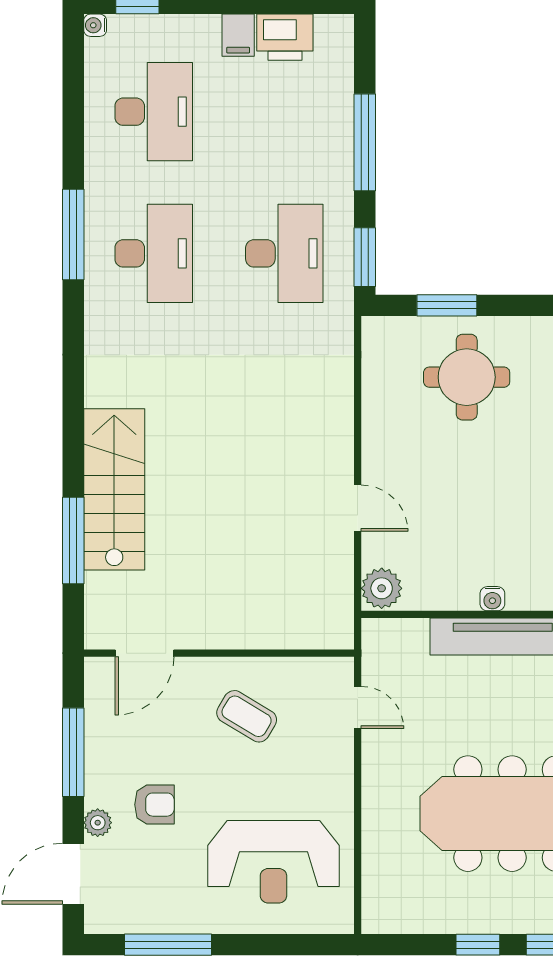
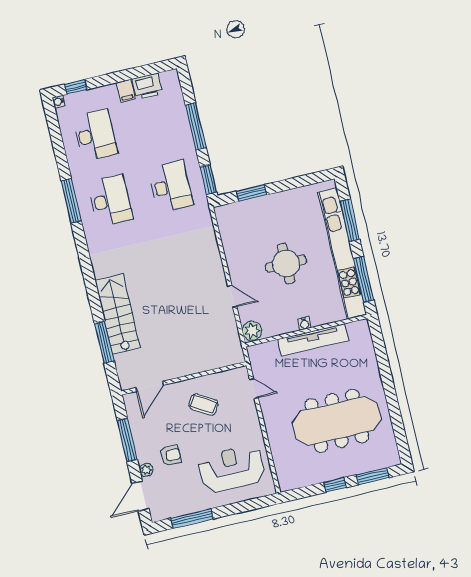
round table: (467, 377) -> (286, 264), moved
reception desk: (273, 862) -> (232, 469), turned 180

